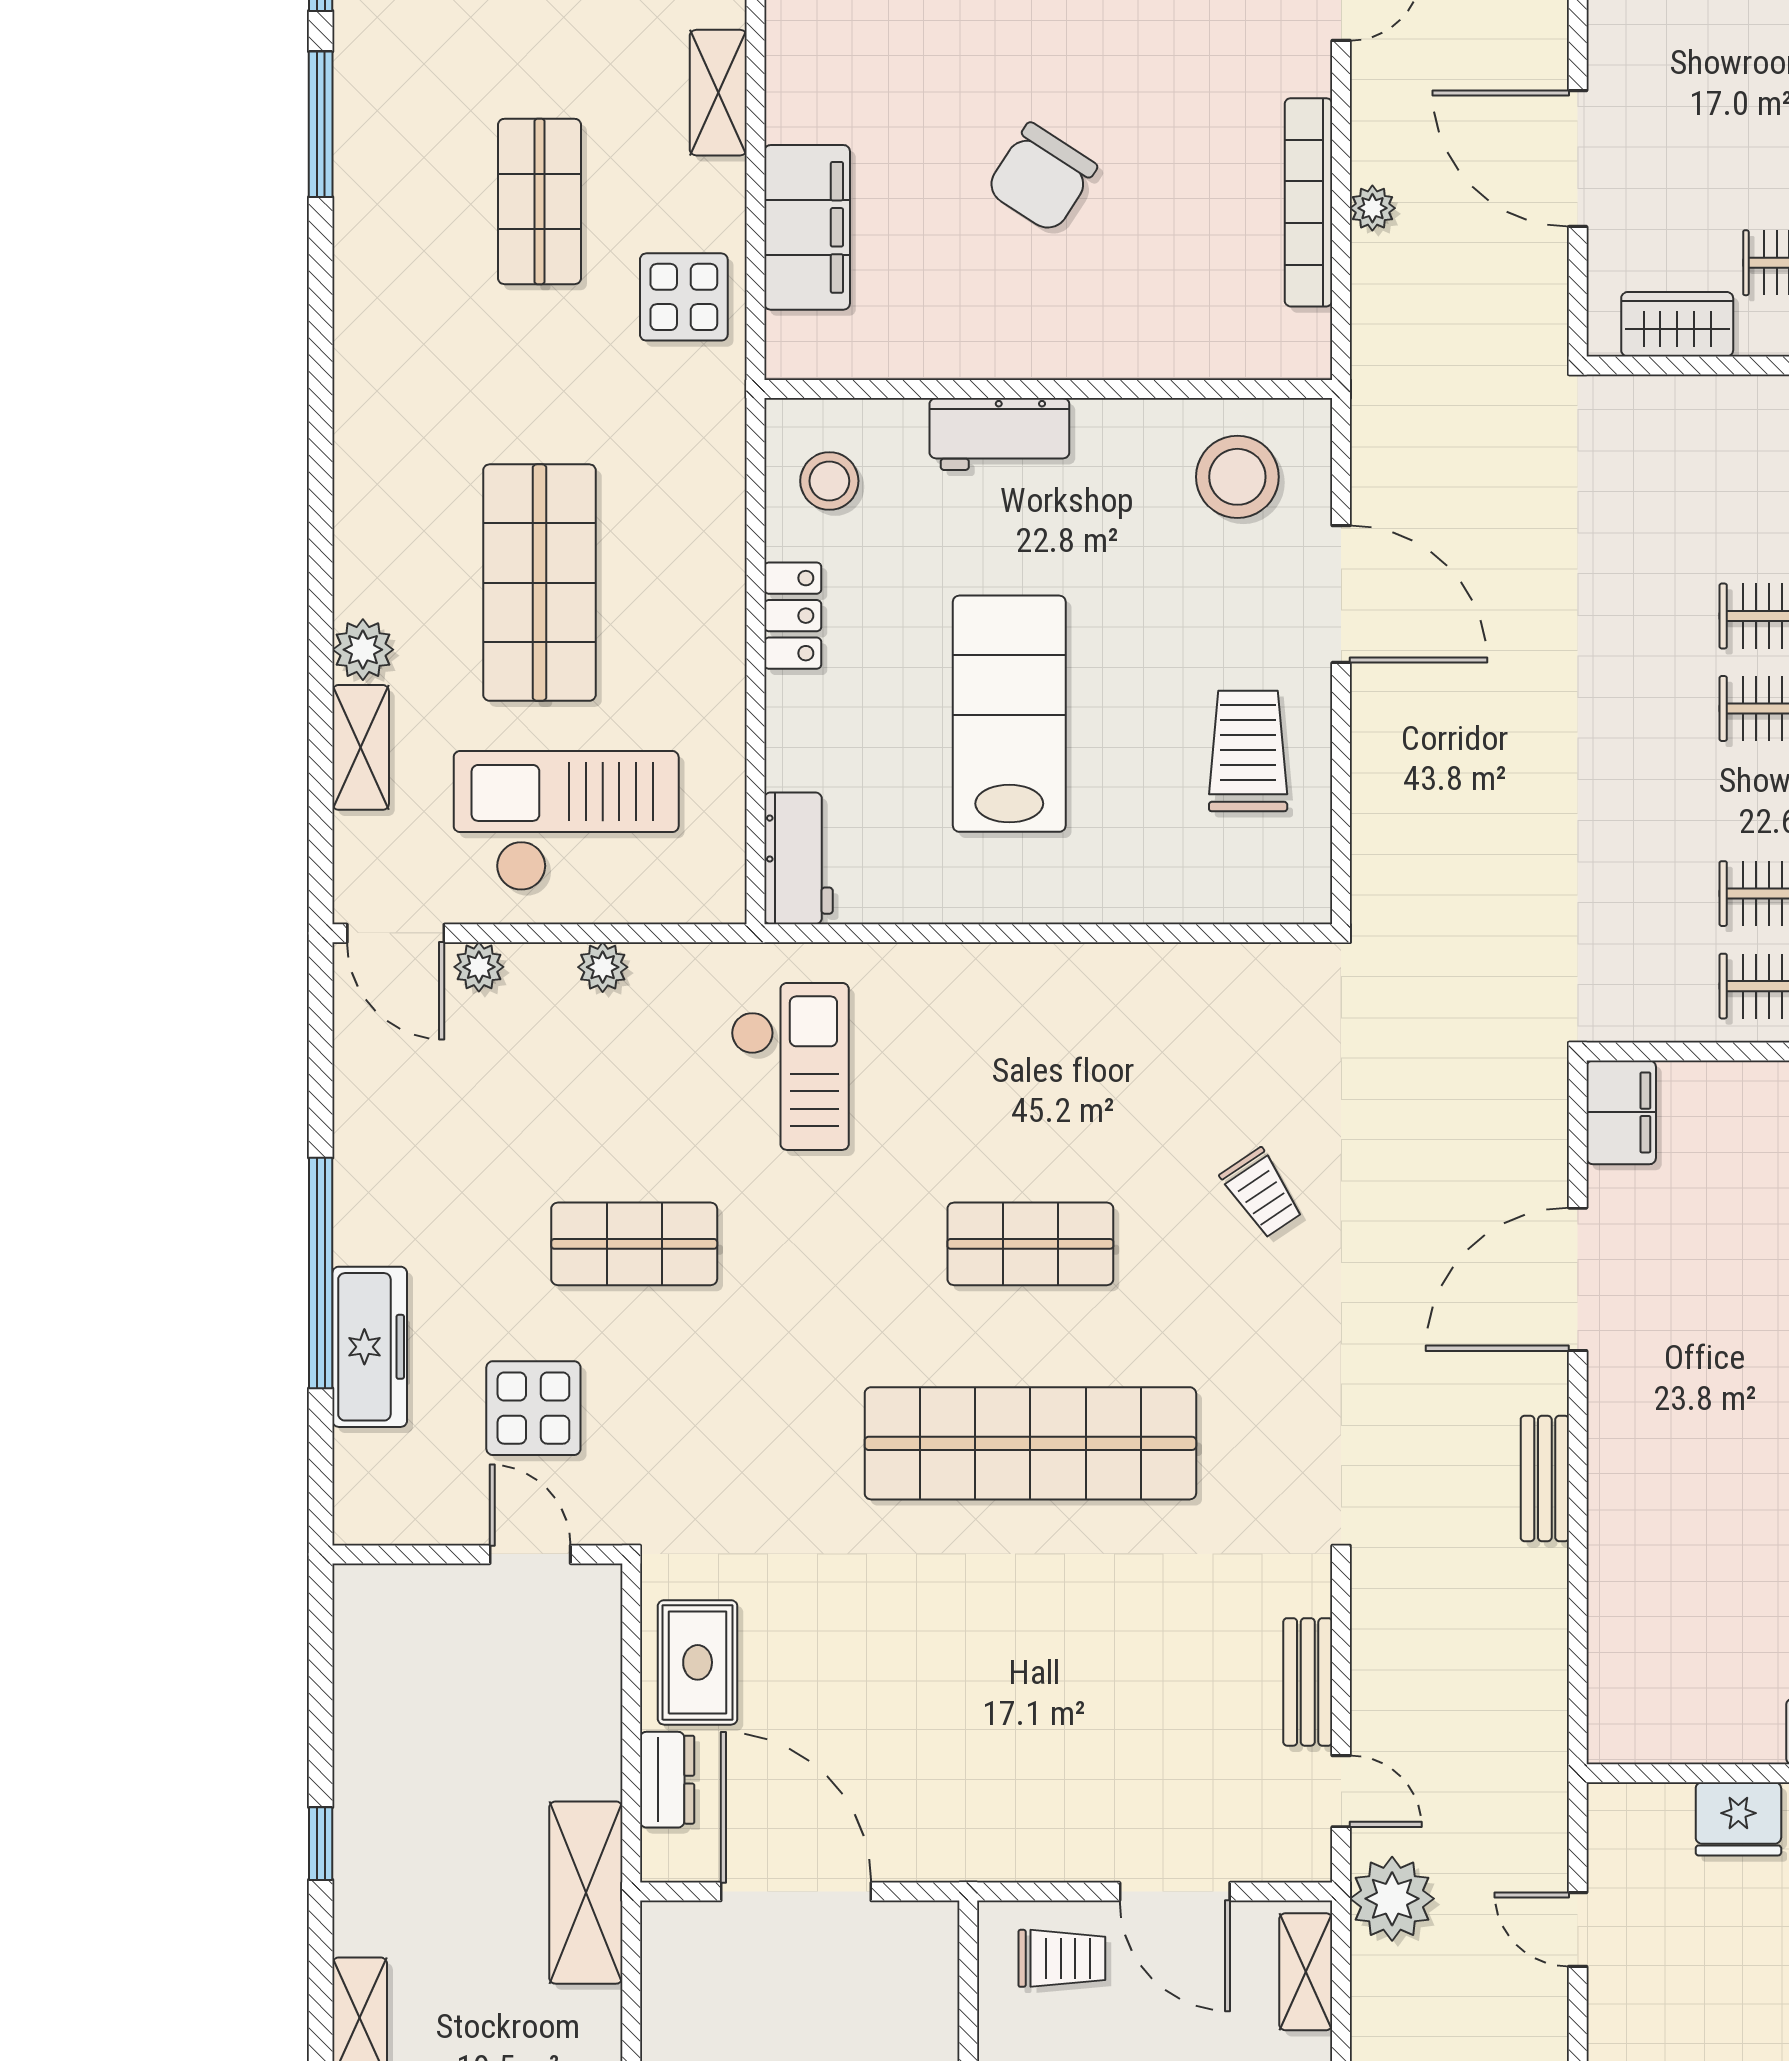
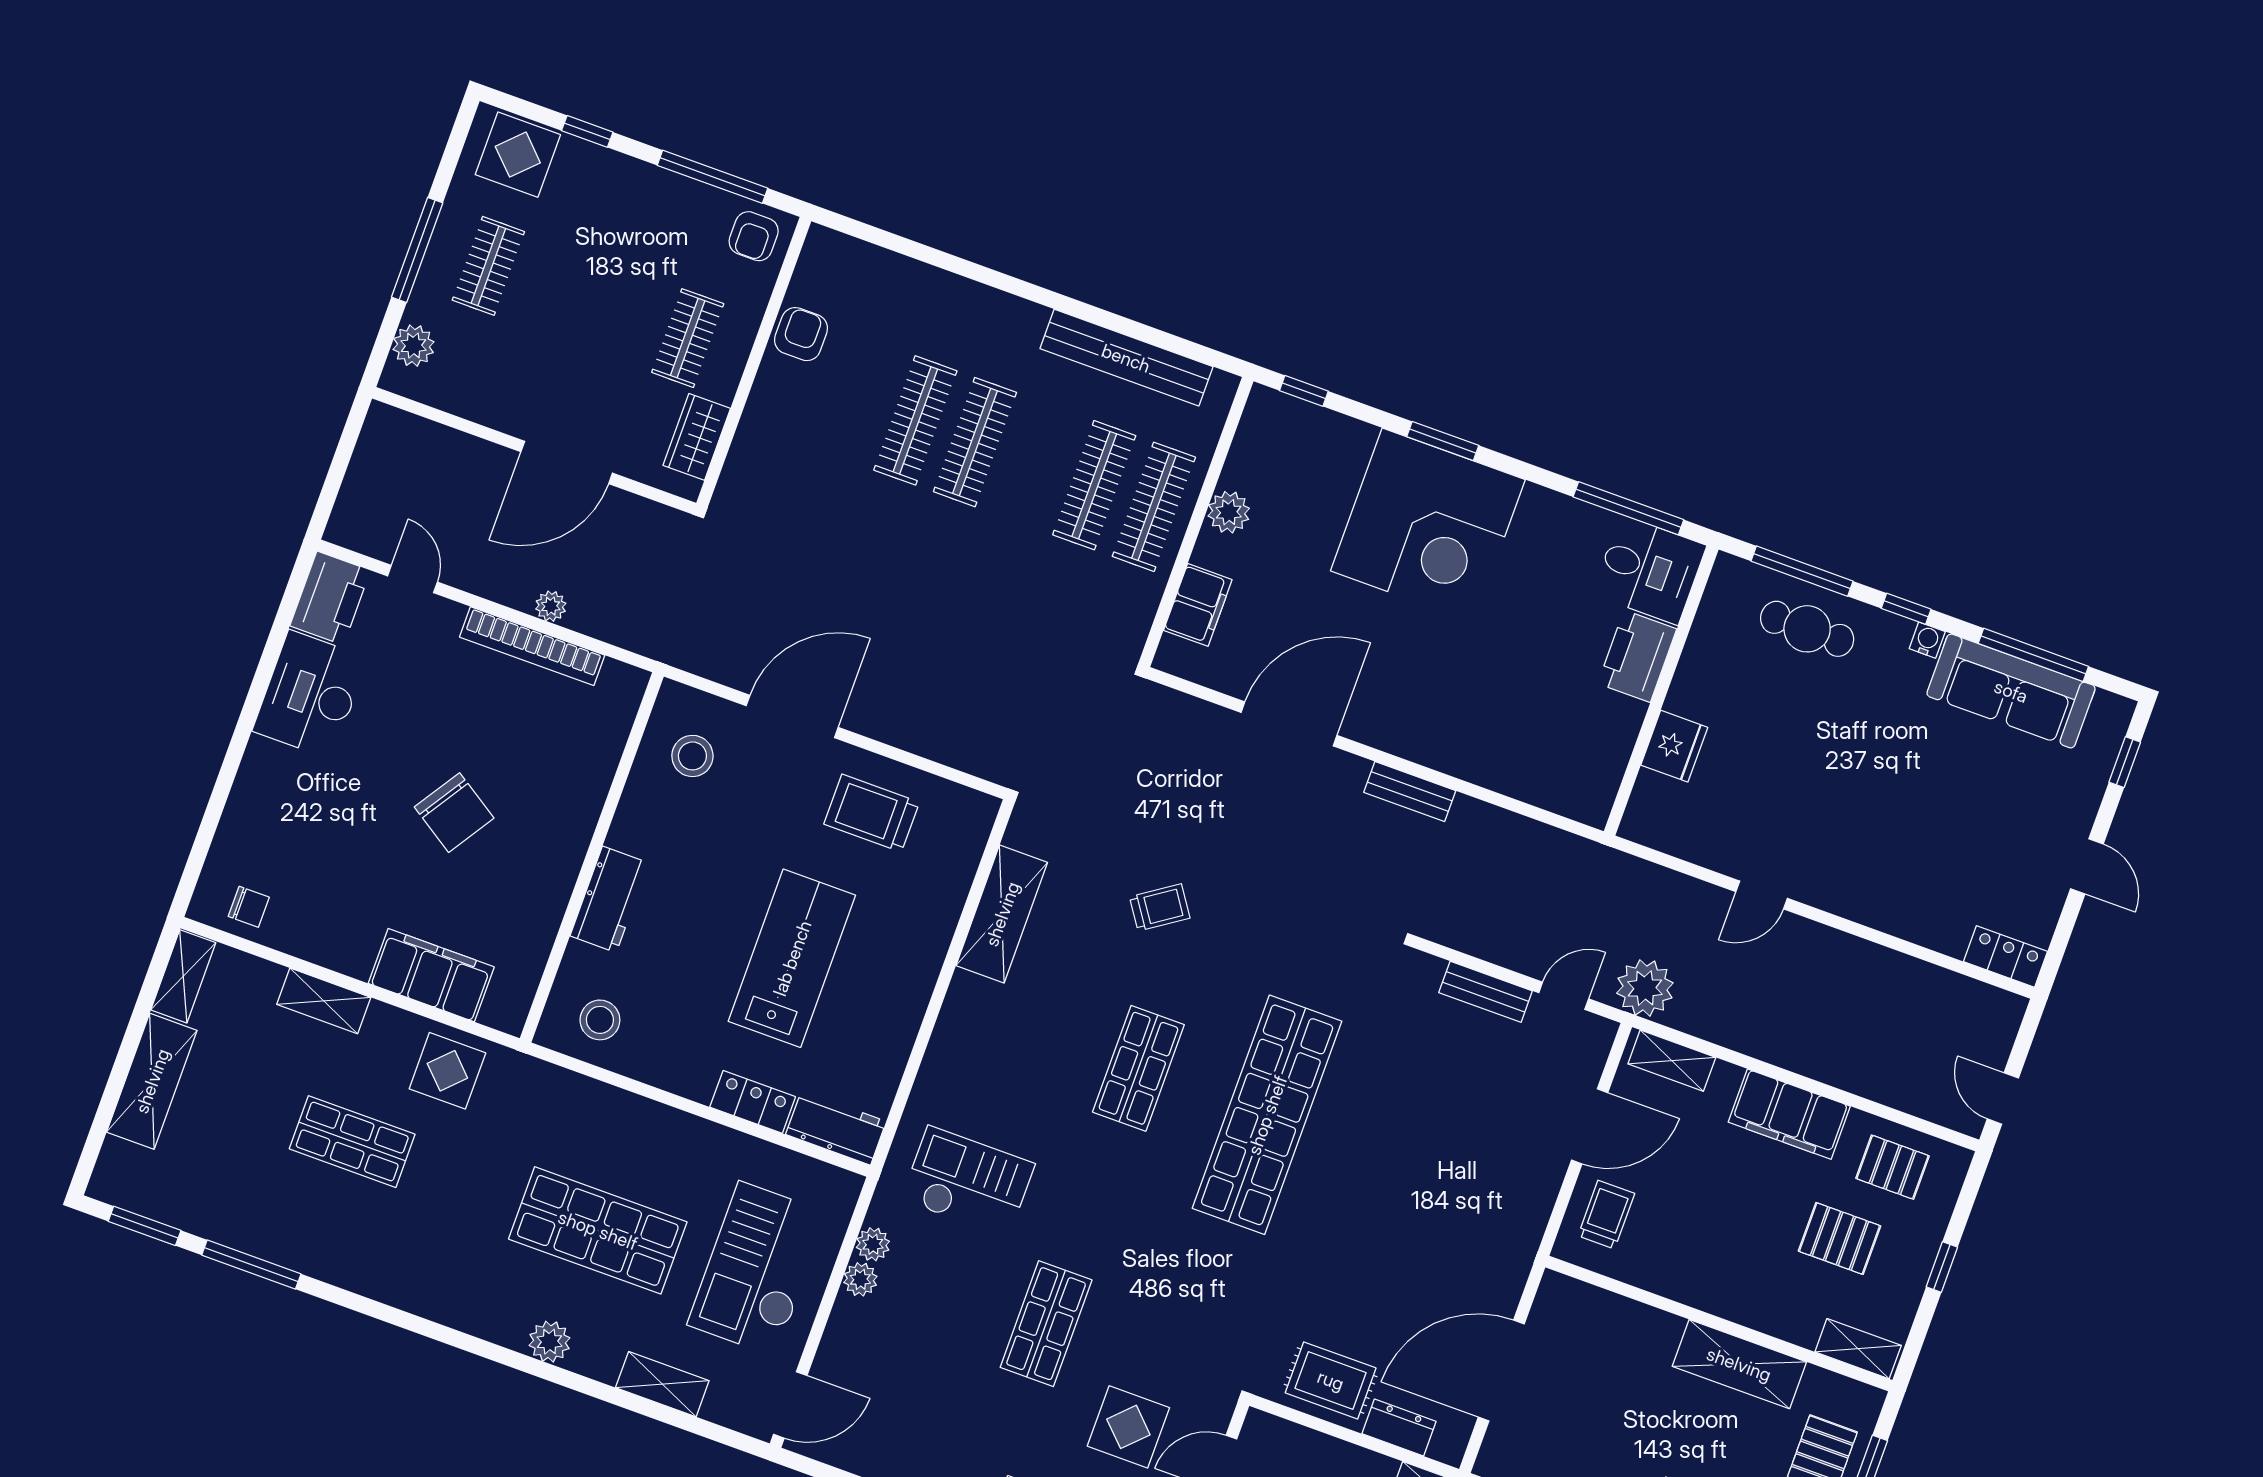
stool: (1237, 477) -> (692, 756), width x0.73, depth x0.73
locker: (793, 616) -> (753, 1102), moved
plant: (363, 650) -> (550, 1342), moved
lab bench: (1009, 714) -> (792, 958), turned 90
plant: (479, 967) -> (873, 1244), moved
shelving: (1174, 980) -> (1002, 914), added
filing cabinet: (1621, 1112) -> (1198, 605), moved, turned 90
door: (1578, 1279) -> (1289, 724), swing flipped
door: (1578, 1929) -> (1762, 895), moved

